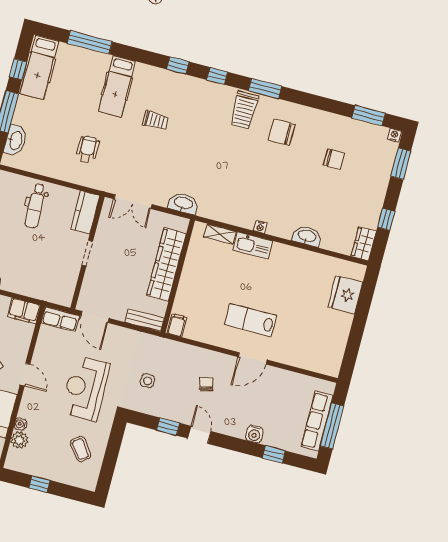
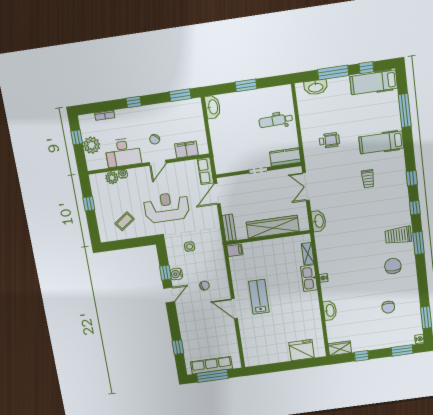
filing cabinet: (24, 311) -> (186, 149), moved, turned 90
water cooler: (254, 434) -> (176, 274), moved

